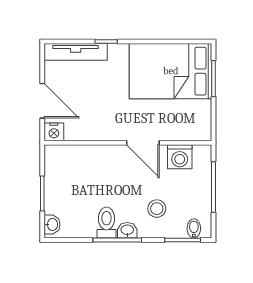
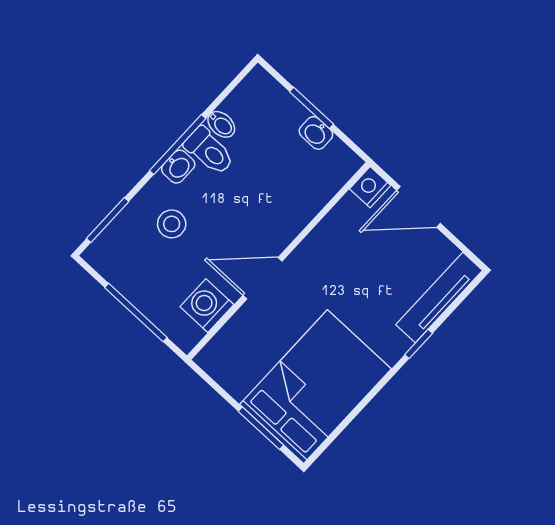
washbasin: (52, 225) -> (316, 133), moved
bidet: (194, 228) -> (221, 124), moved

